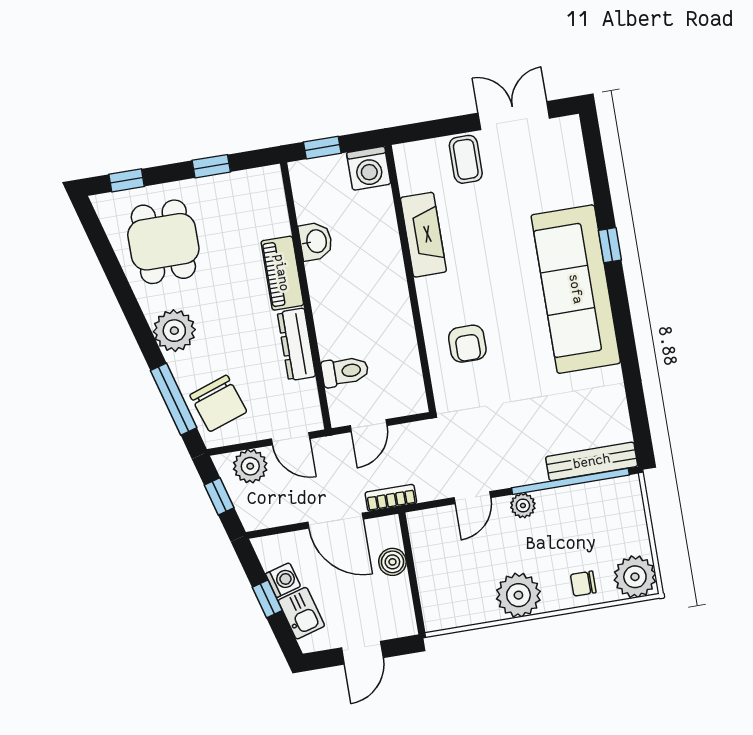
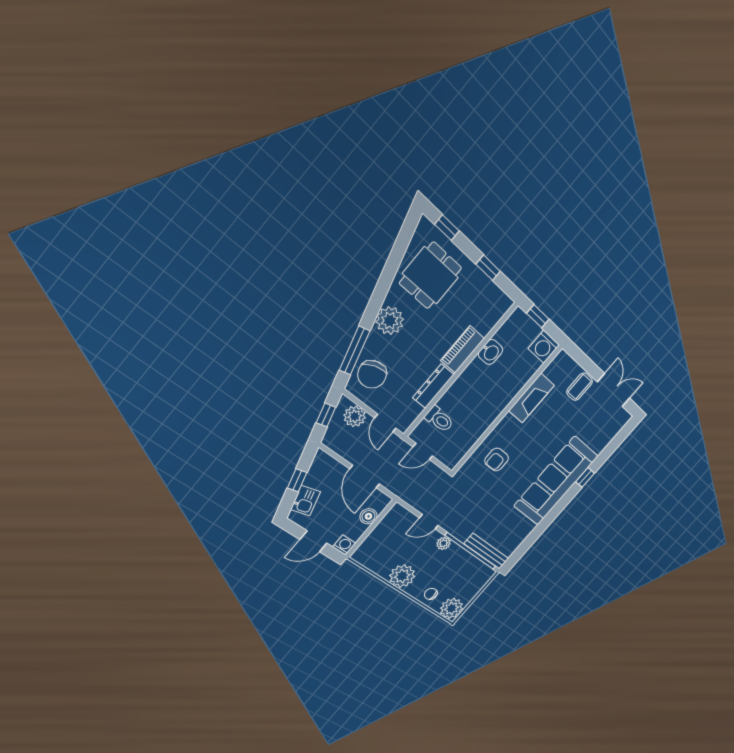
bookcase: (391, 498) -> (398, 490), removed
washing machine: (283, 580) -> (344, 545), moved, turned -74

